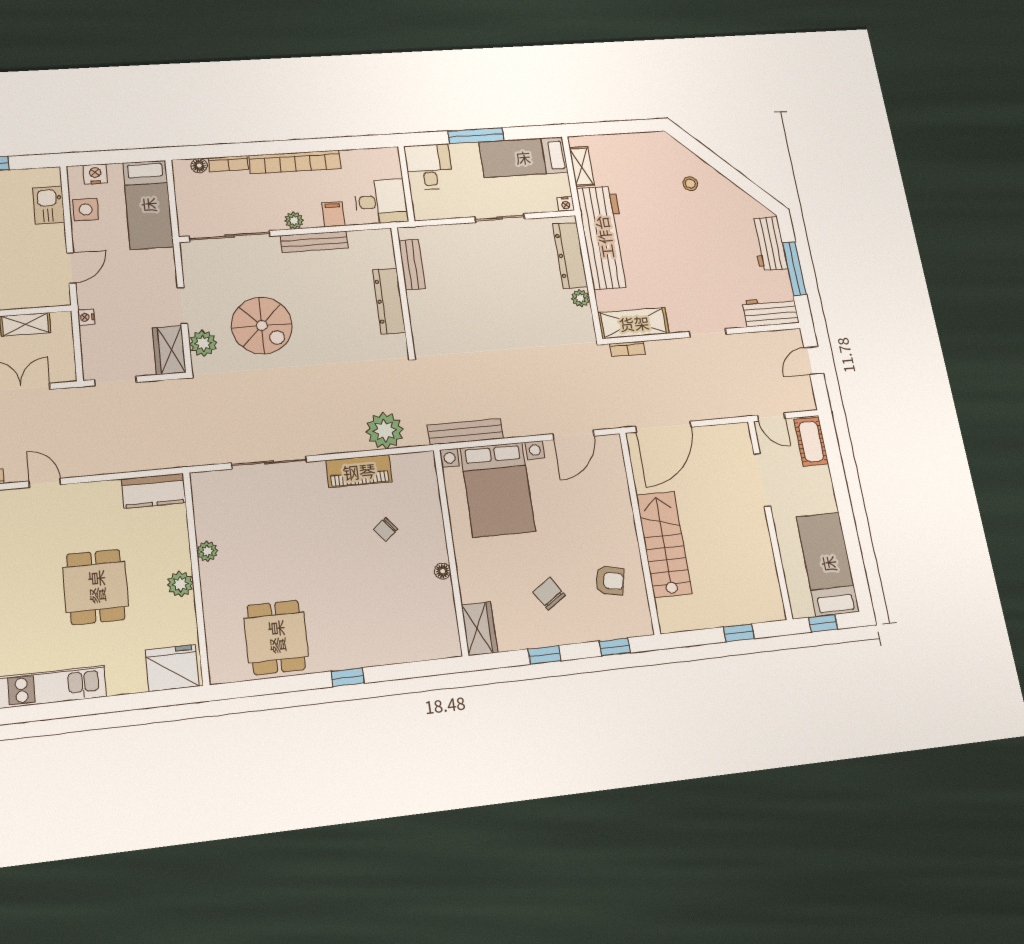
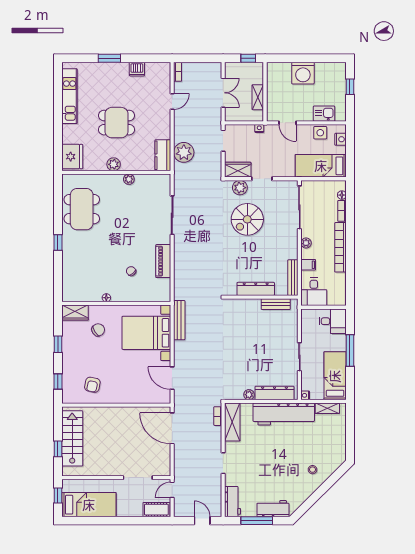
bench: (314, 242) -> (293, 278), moved
plant: (385, 431) -> (184, 152), moved
stairs: (664, 544) -> (72, 438), moved, turned -90
chair: (549, 594) -> (98, 330), moved
dining table: (276, 637) -> (82, 209), width x1.37

